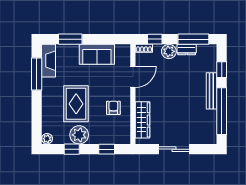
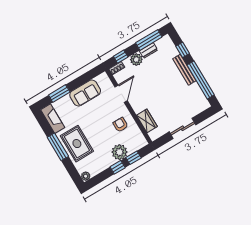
window: (37, 74) -> (58, 147), moved
rug: (76, 104) -> (77, 144), moved
wardrobe: (142, 120) -> (147, 121), width x0.67
plant: (79, 135) -> (119, 152), moved
window: (72, 149) -> (118, 167), moved

